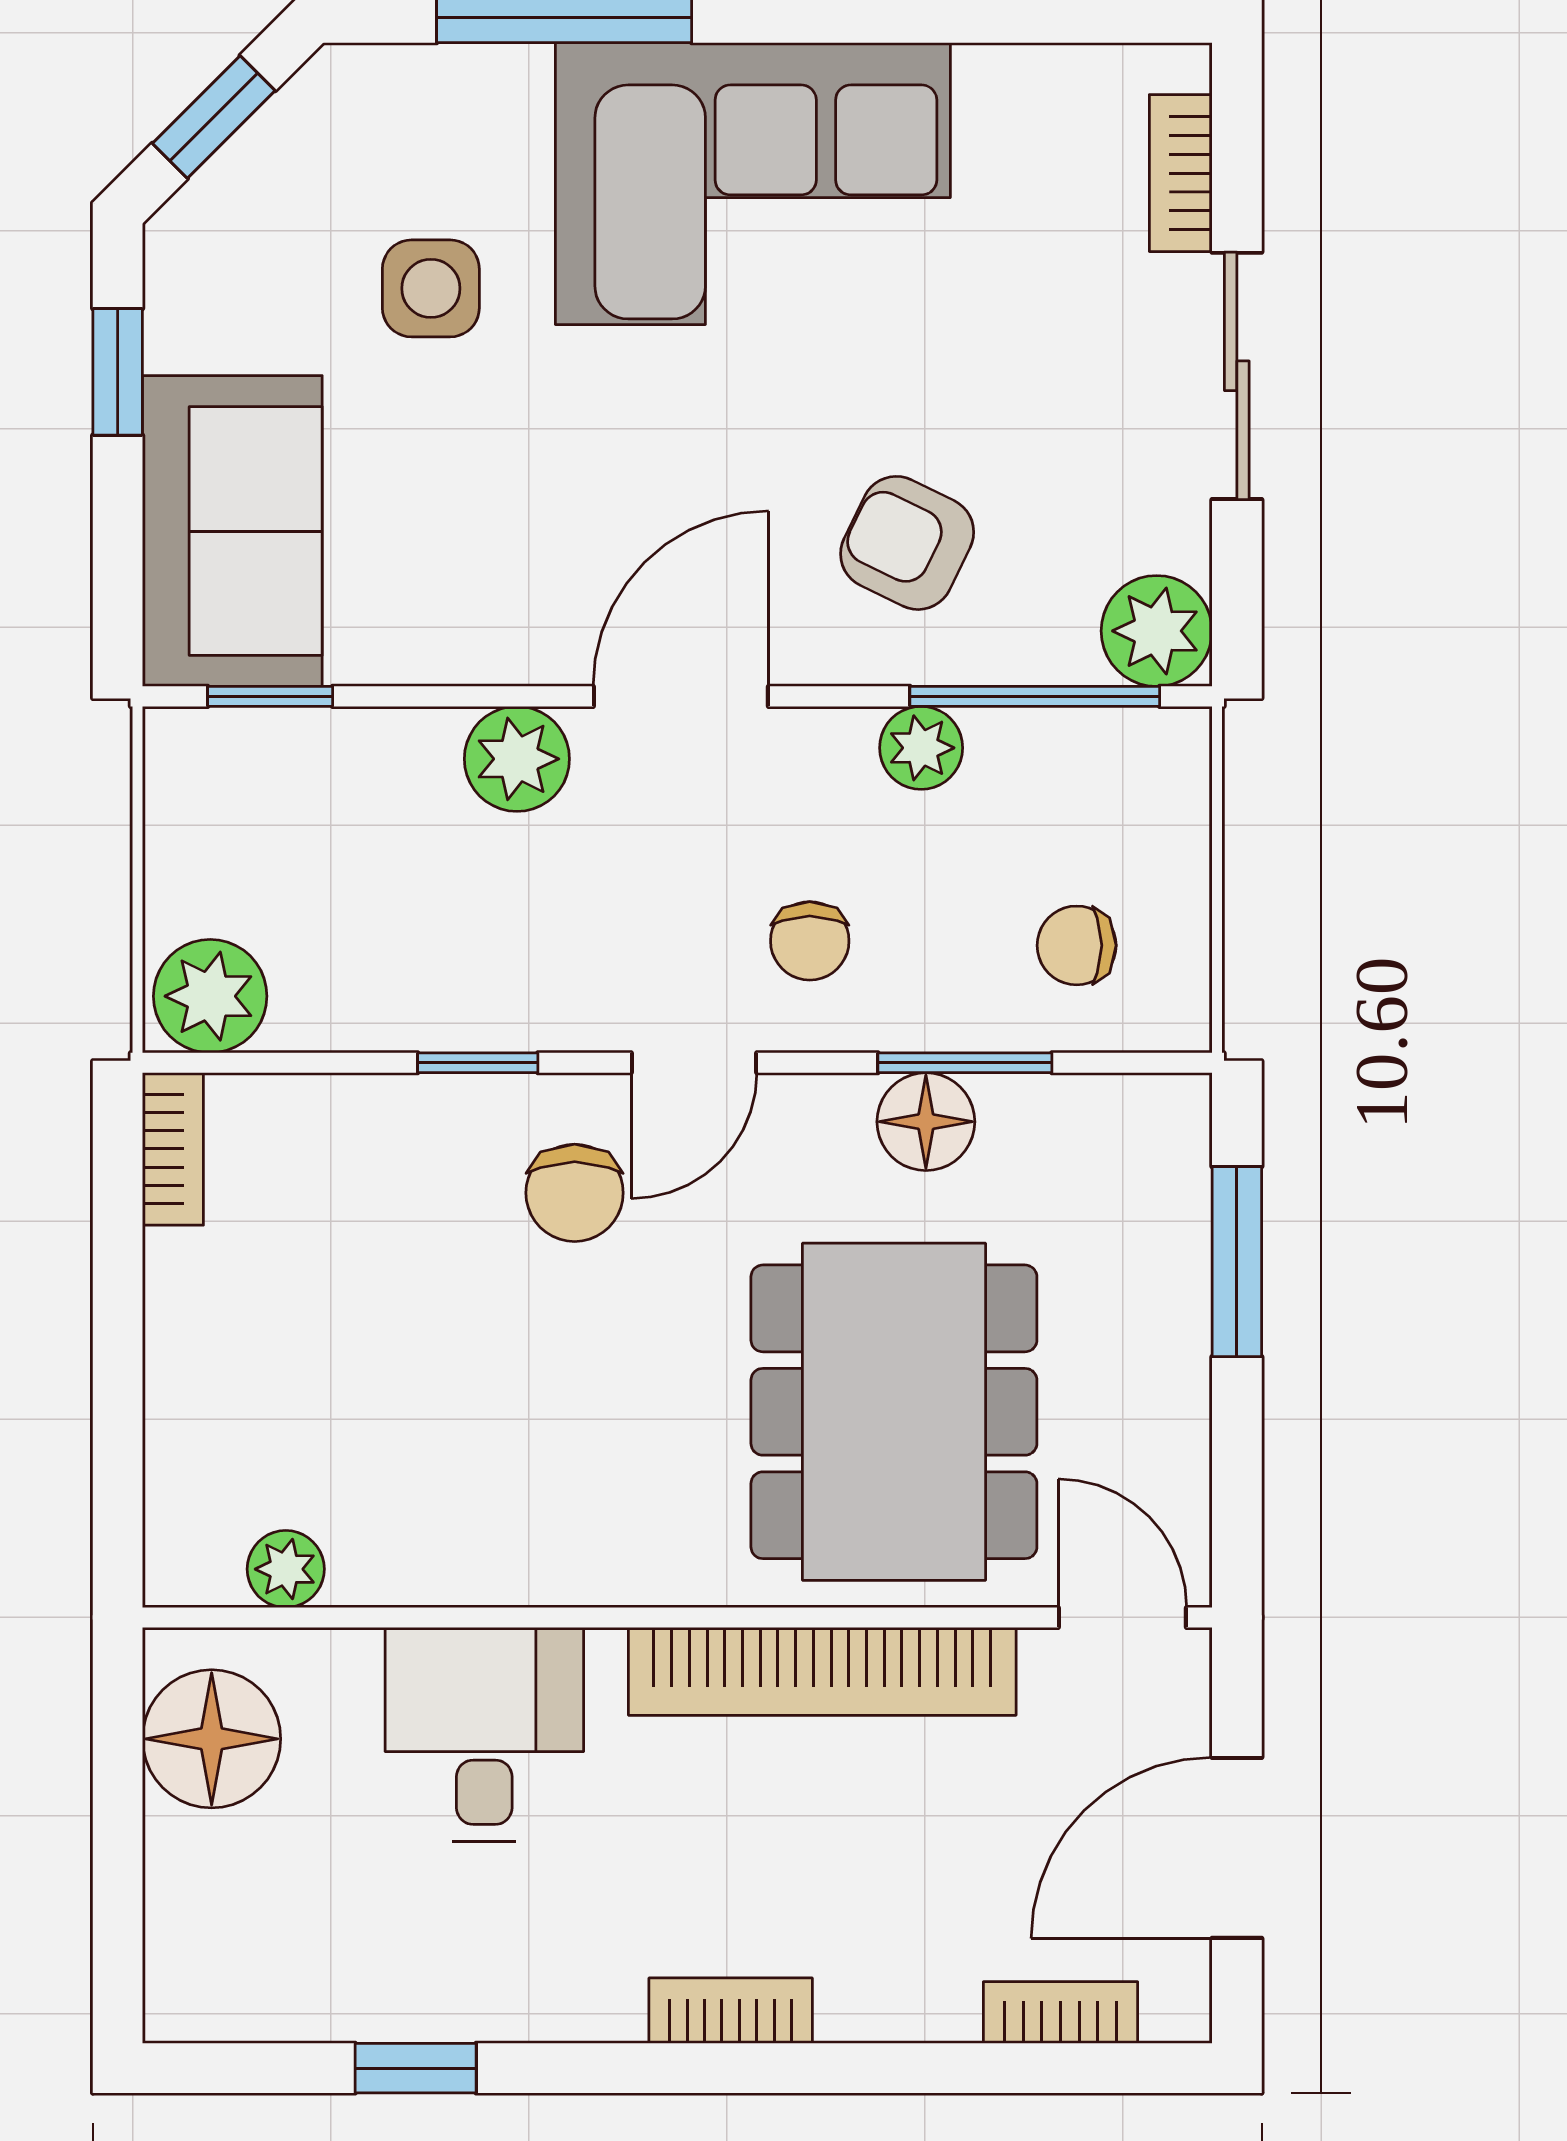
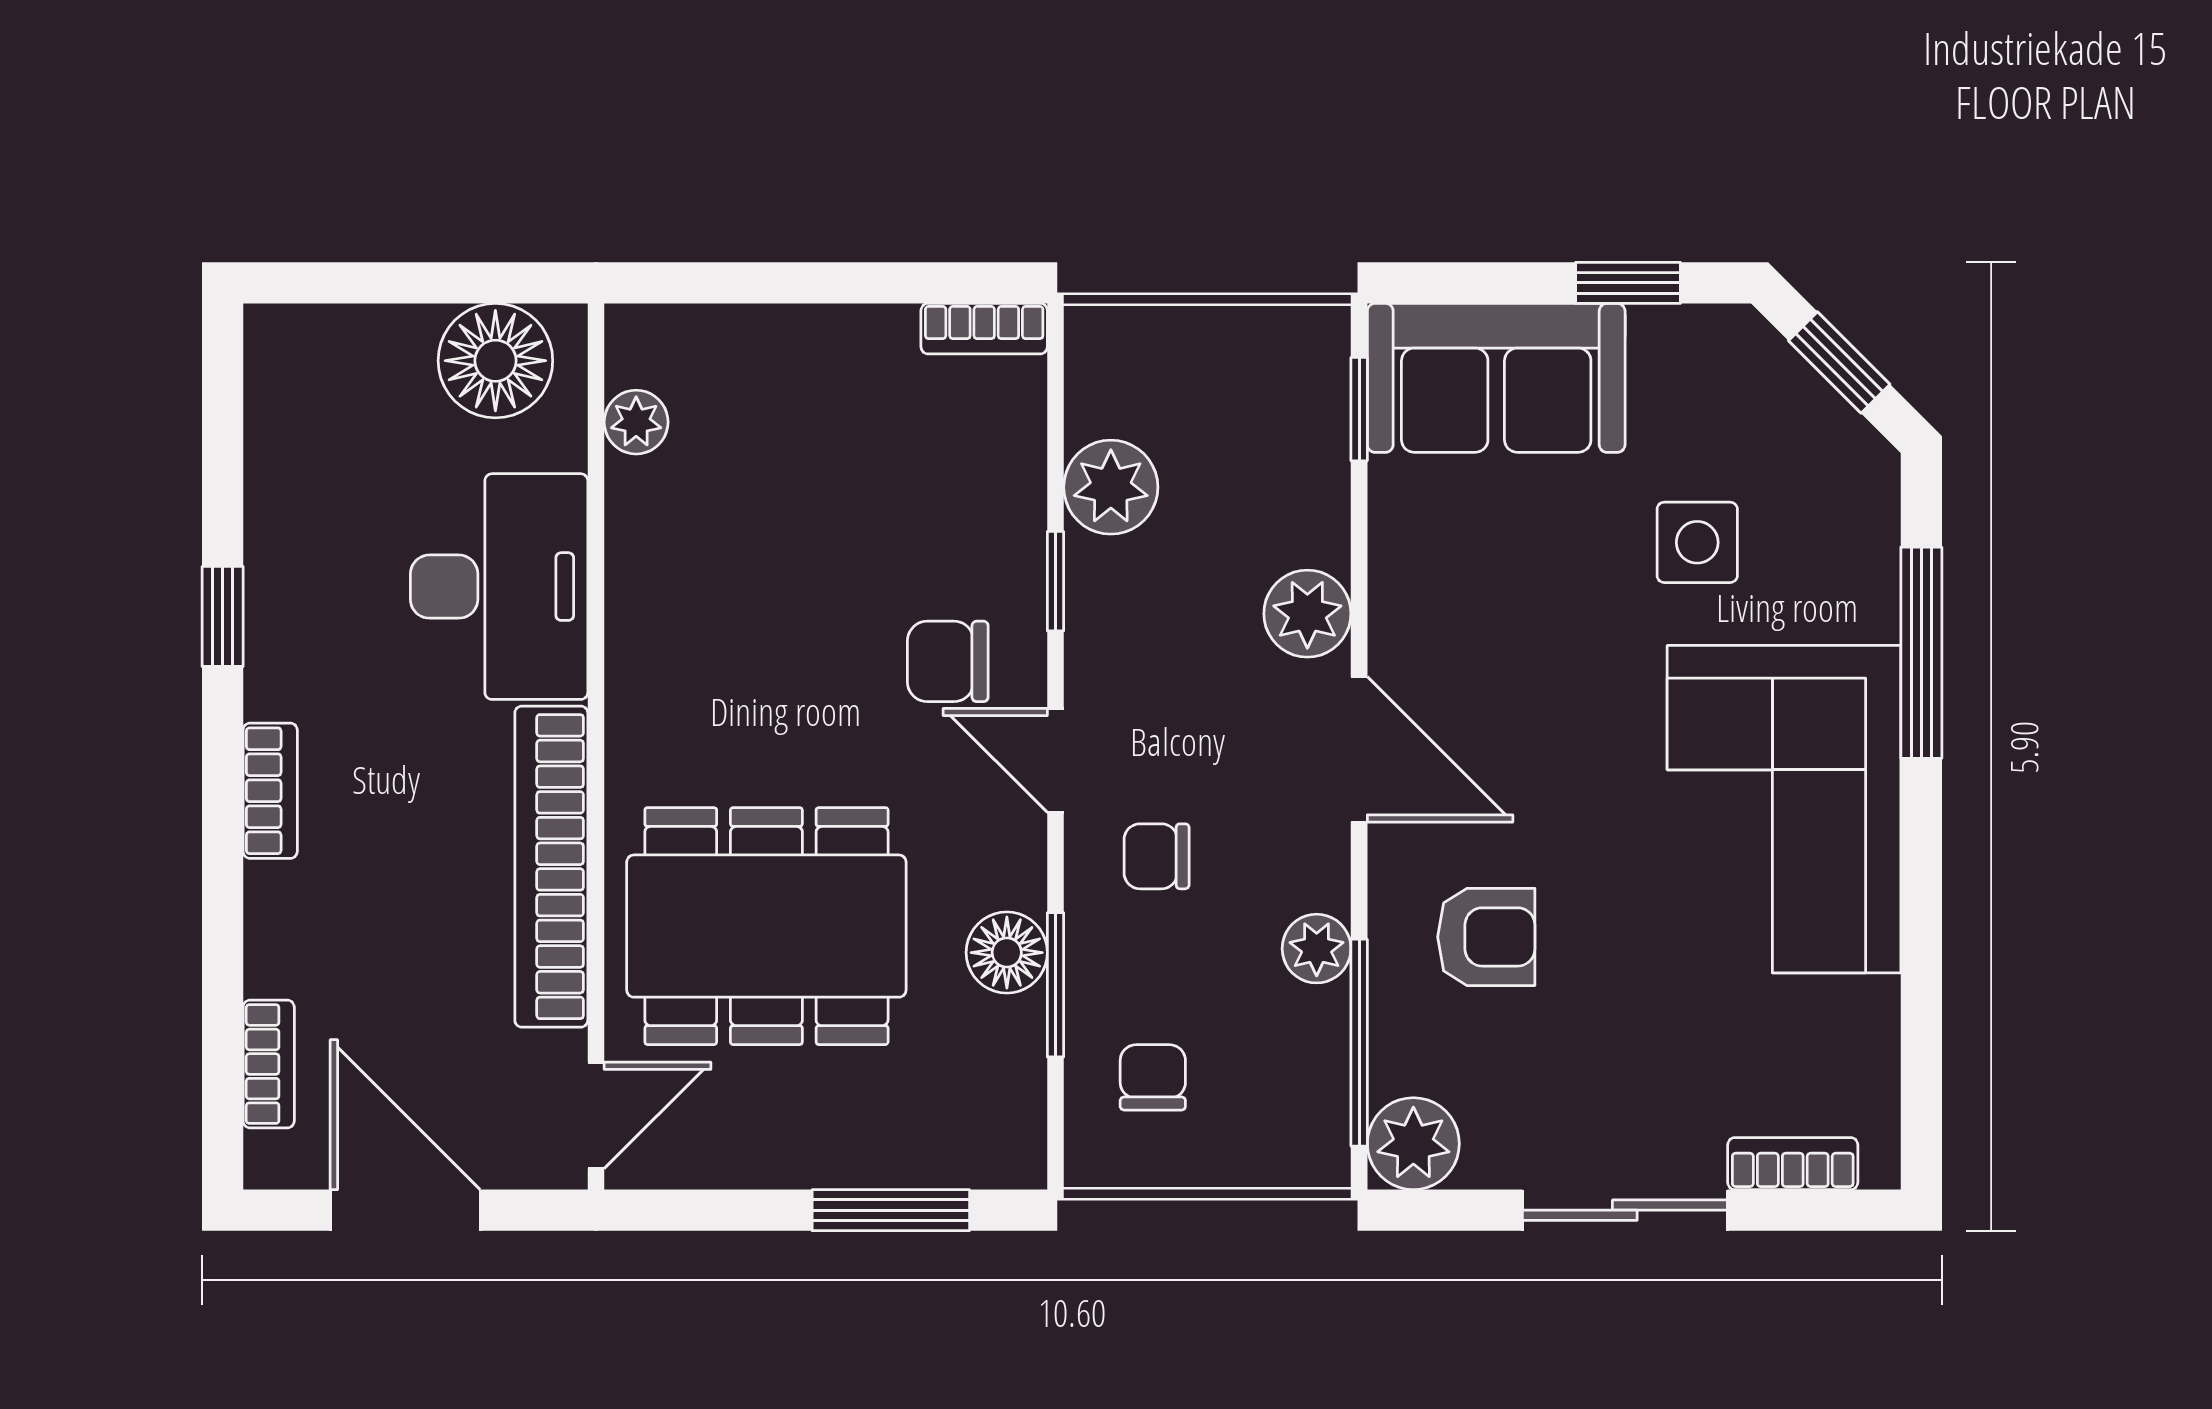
armchair: (907, 543) -> (1486, 937), turned 64
plant: (210, 996) -> (1111, 487), moved
desk: (484, 1734) -> (499, 587), width x1.37
window: (416, 2068) -> (223, 616), moved

